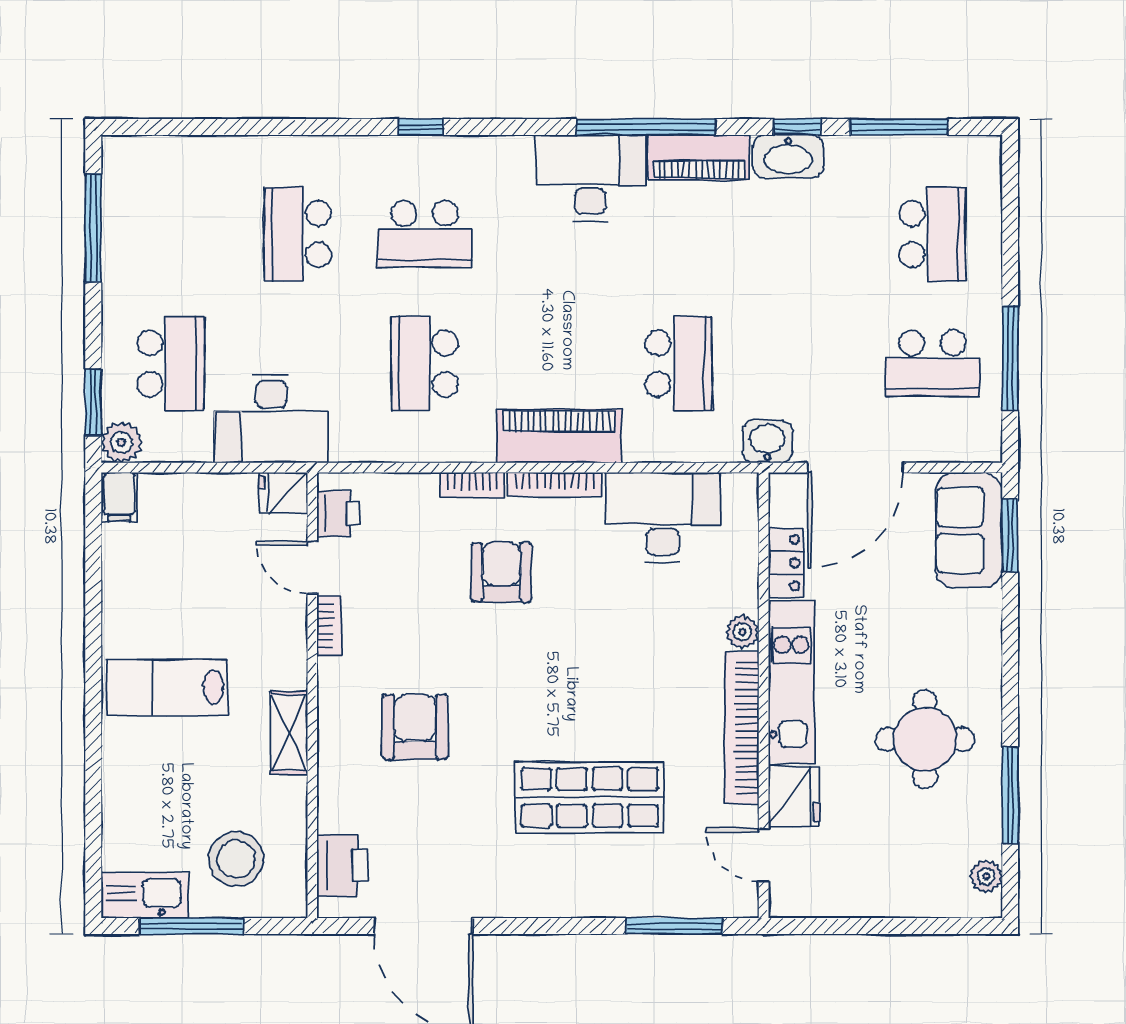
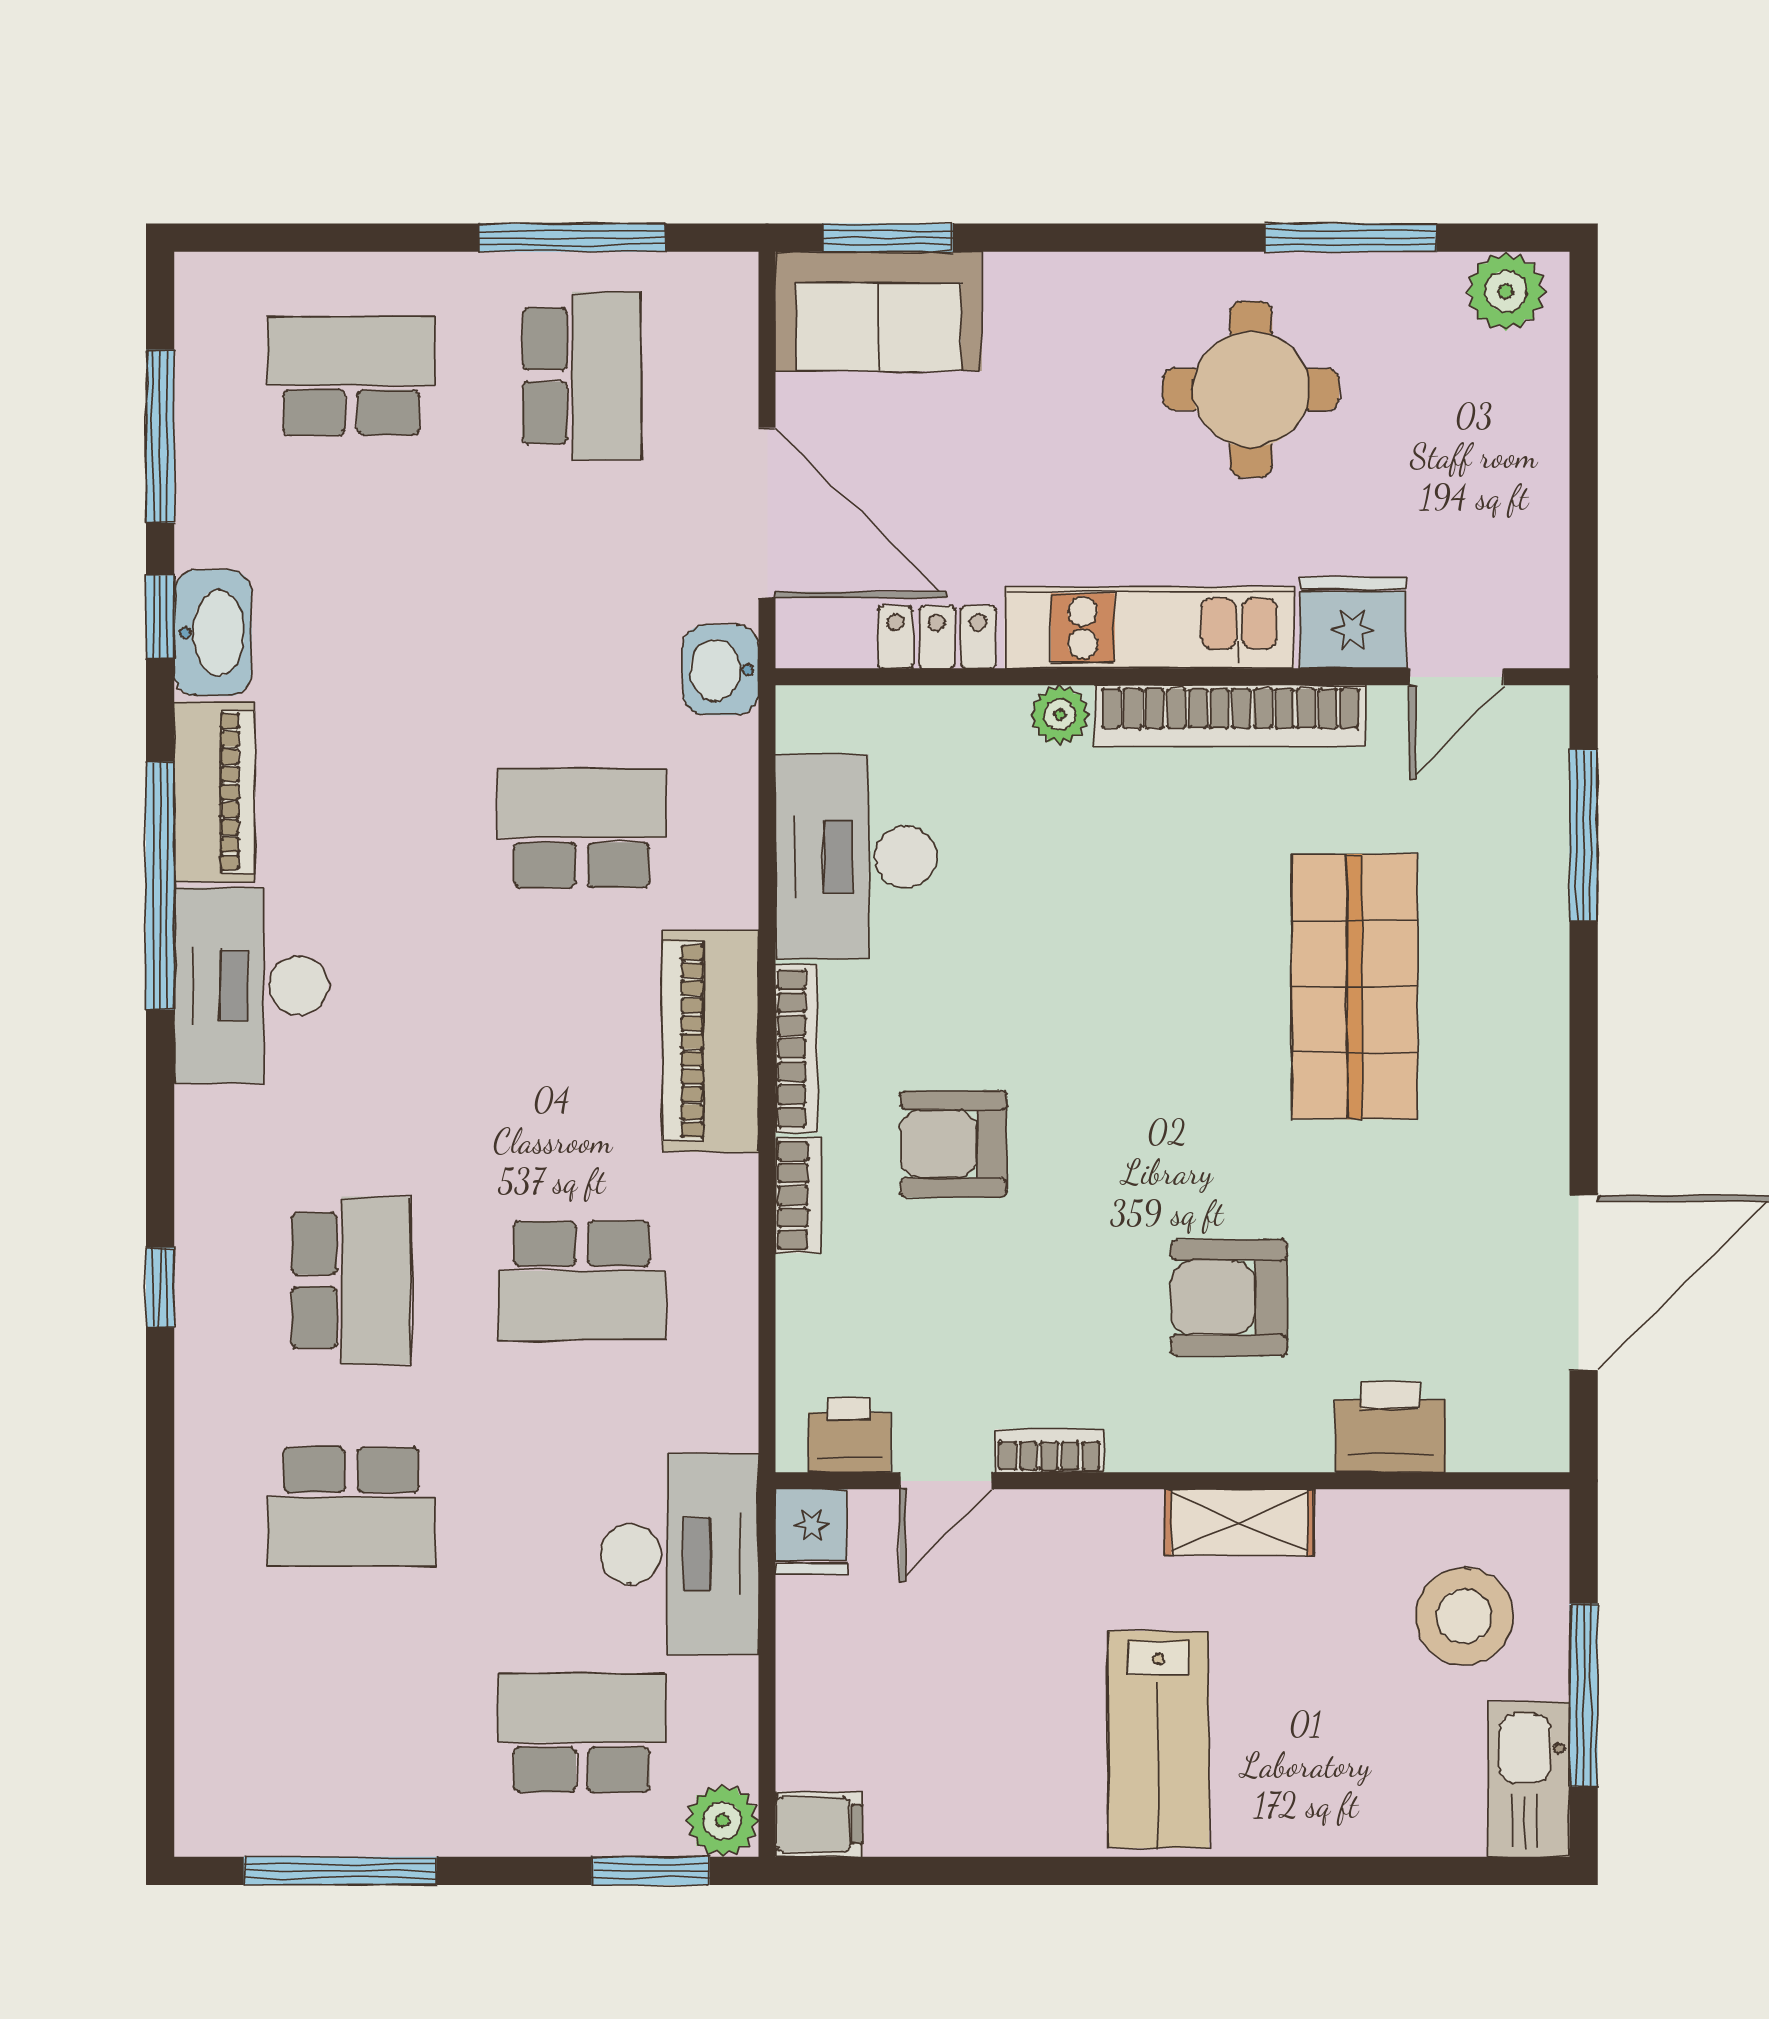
printer: (342, 866) -> (1390, 1427), moved
plant: (986, 876) -> (1506, 291), width x1.38, depth x1.38

